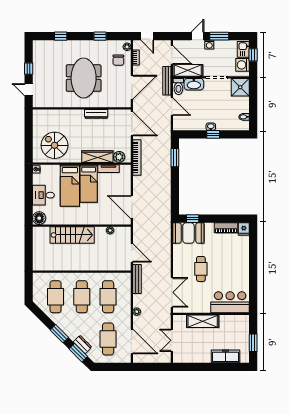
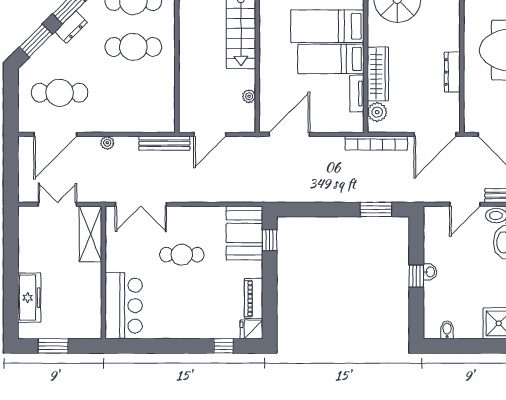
window: (253, 245) -> (224, 346), added
cafe table: (108, 297) -> (133, 93), removed
shelving: (203, 321) -> (90, 234), moved
dresser: (82, 344) -> (71, 27), moved

